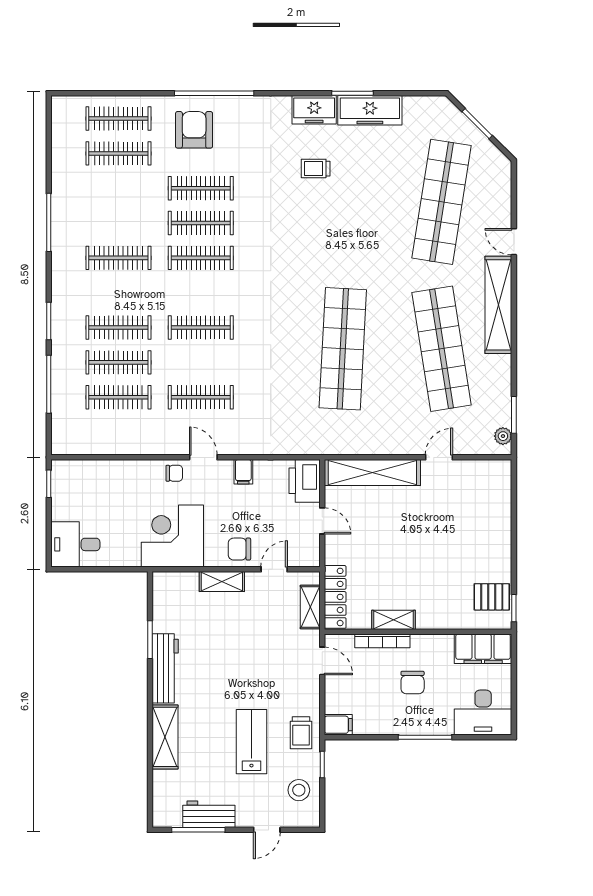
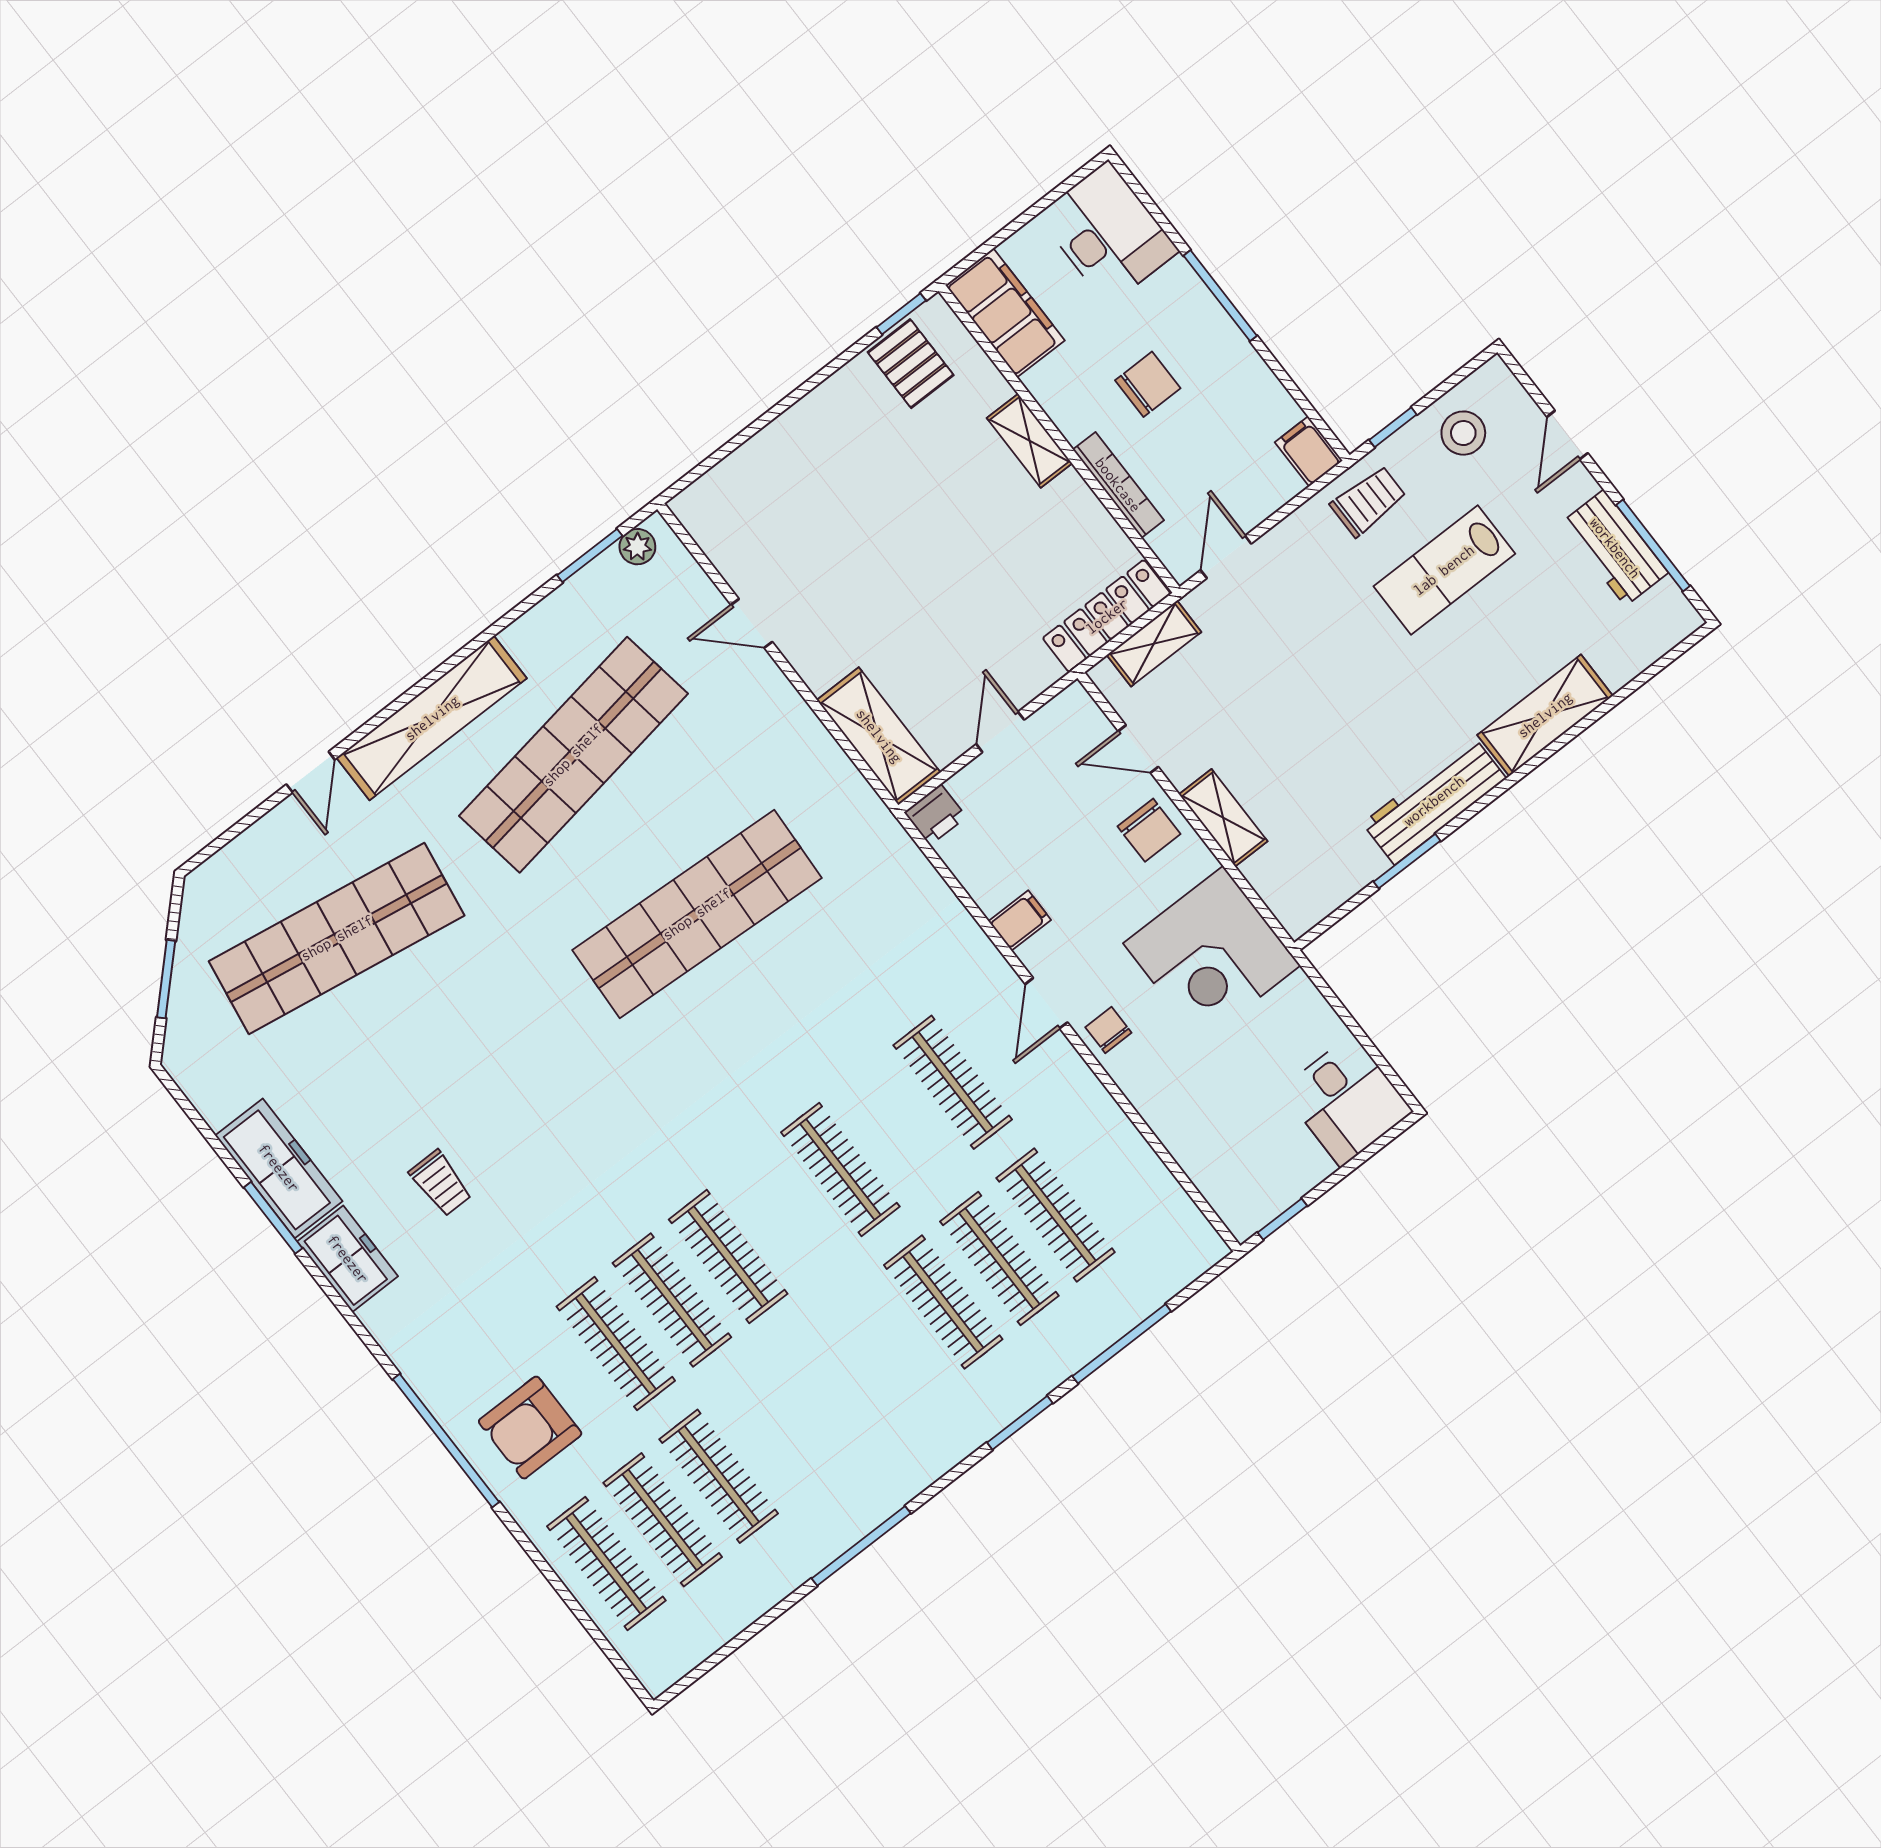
clothes rail: (118, 258) -> (719, 1476), moved
shelving: (372, 473) -> (879, 736), width x0.68
printer: (305, 481) -> (935, 815), width x0.53, depth x0.68
shelving: (393, 620) -> (1030, 441), moved
door: (267, 830) -> (1567, 435), swing flipped

